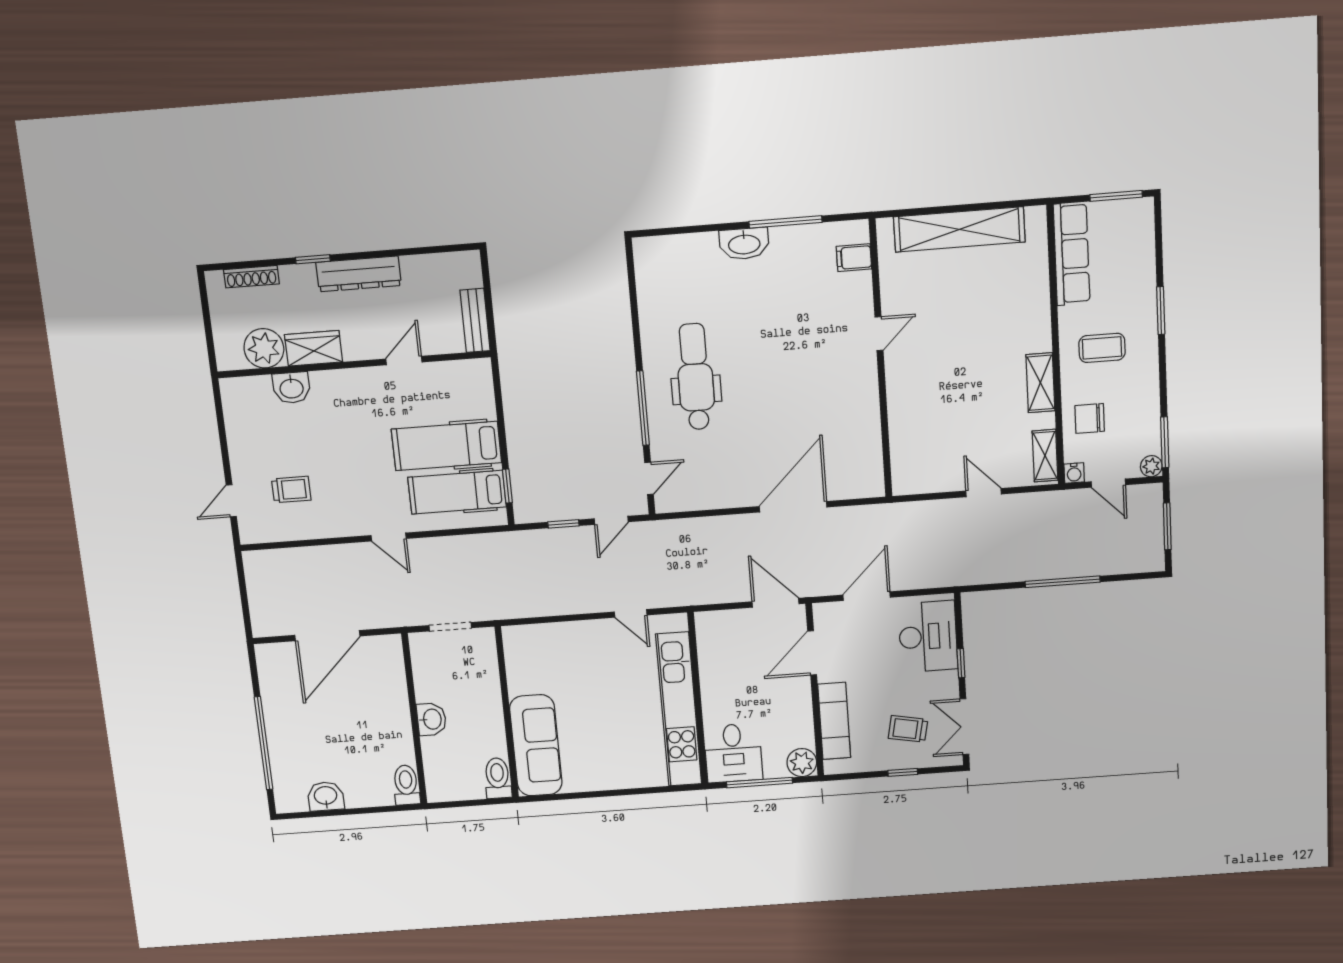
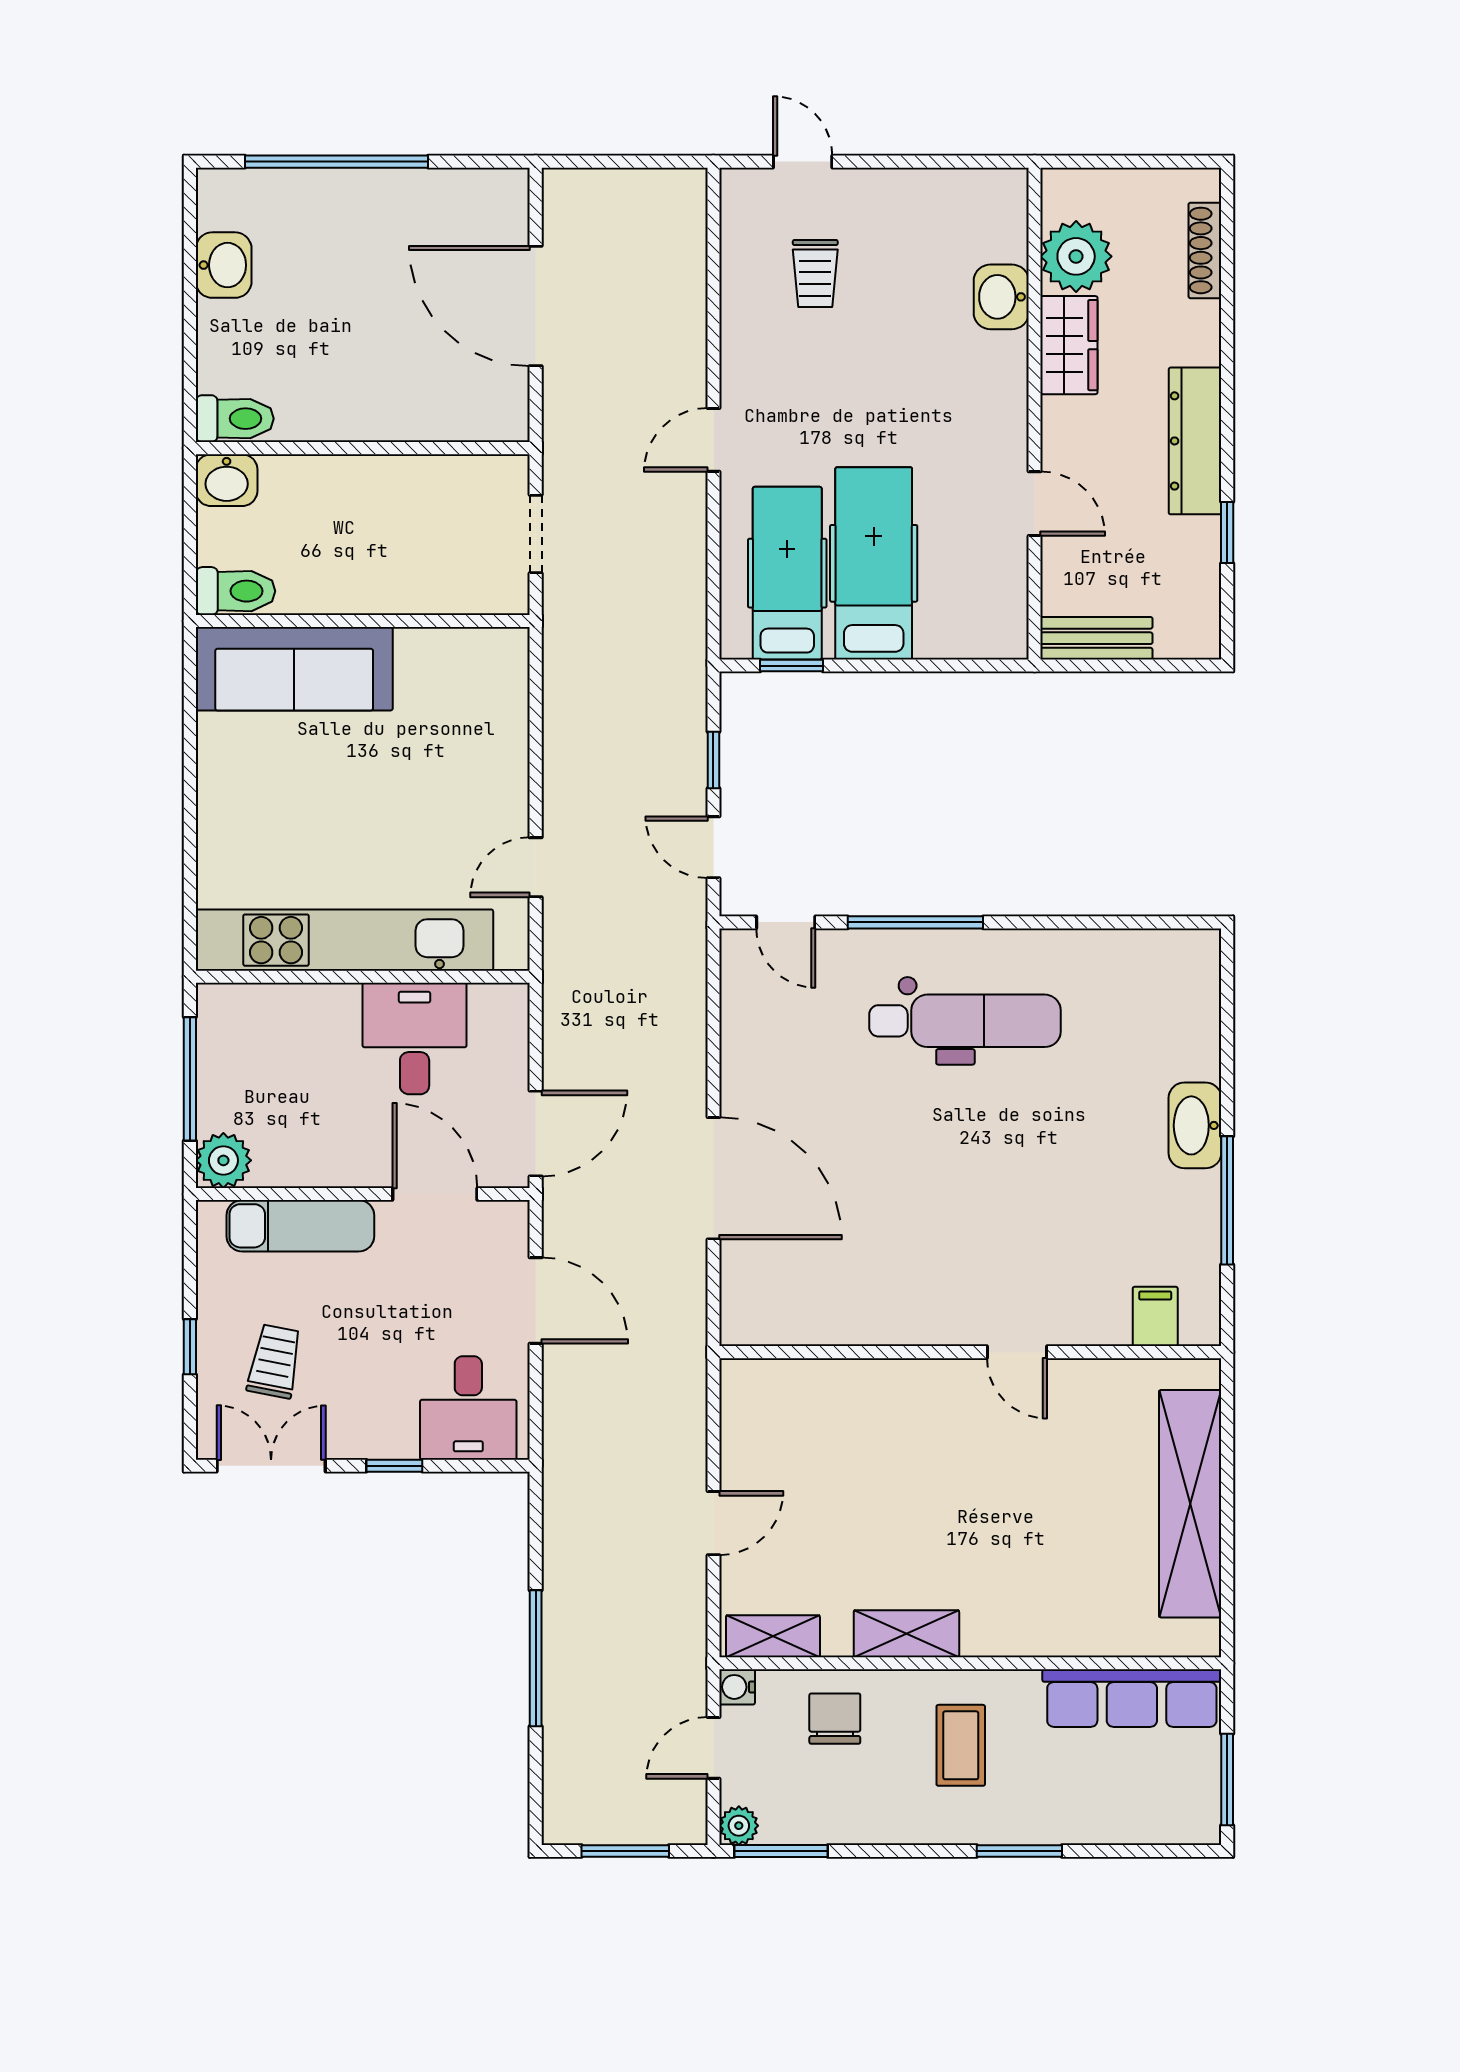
window: (313, 259) -> (1227, 533), moved
desk: (928, 636) -> (468, 1408), width x0.73
washbasin: (432, 719) -> (227, 480), moved
desk: (733, 753) -> (415, 1039), moved, turned 90

